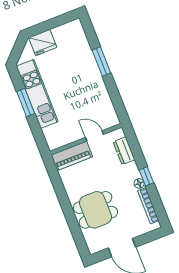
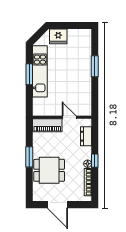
window: (65, 203) -> (29, 157), added

